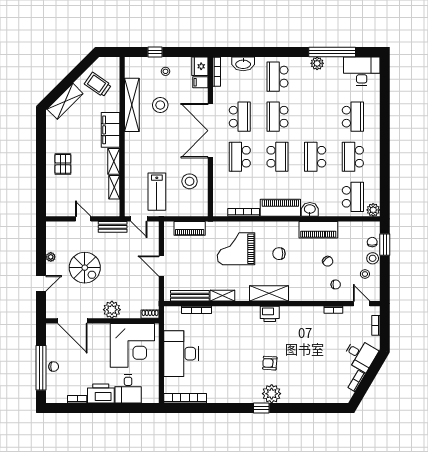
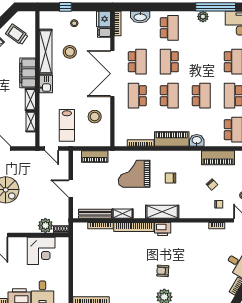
school desk: (277, 77) -> (169, 28), turned 180
kitchen sink: (132, 143) -> (46, 84), added
school desk: (315, 157) -> (201, 96), turned 180
bench: (113, 227) -> (29, 155), removed
piano: (318, 230) -> (218, 158), moved
plant: (112, 310) -> (45, 226), moved
bookcase: (236, 311) -> (134, 227), added
corner desk: (132, 345) -> (41, 251), width x0.74, depth x0.74
desk: (181, 354) -> (87, 263), removed

